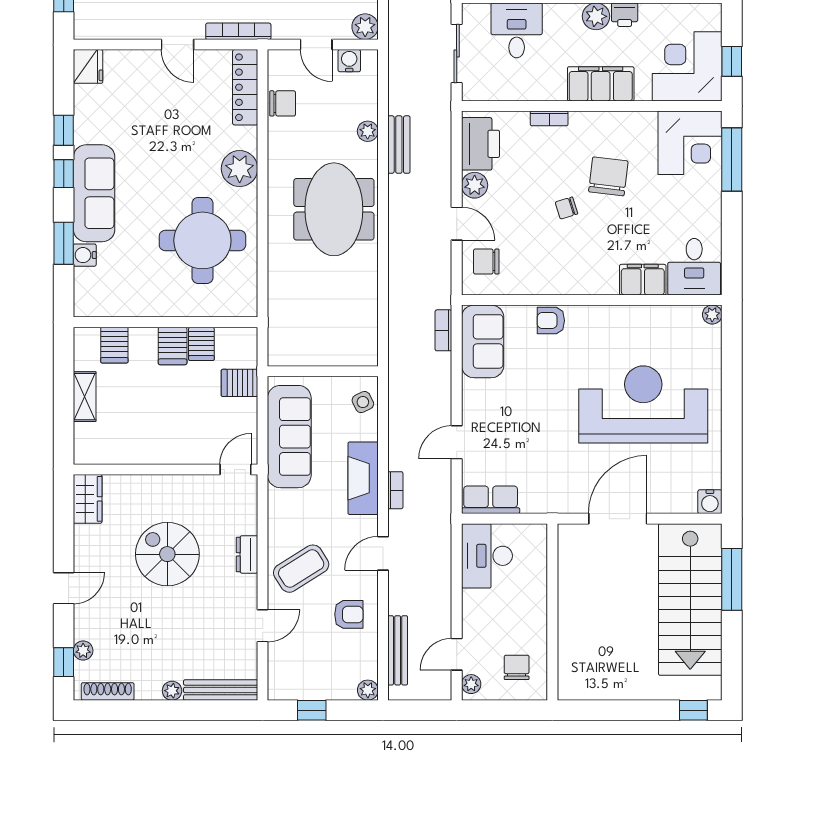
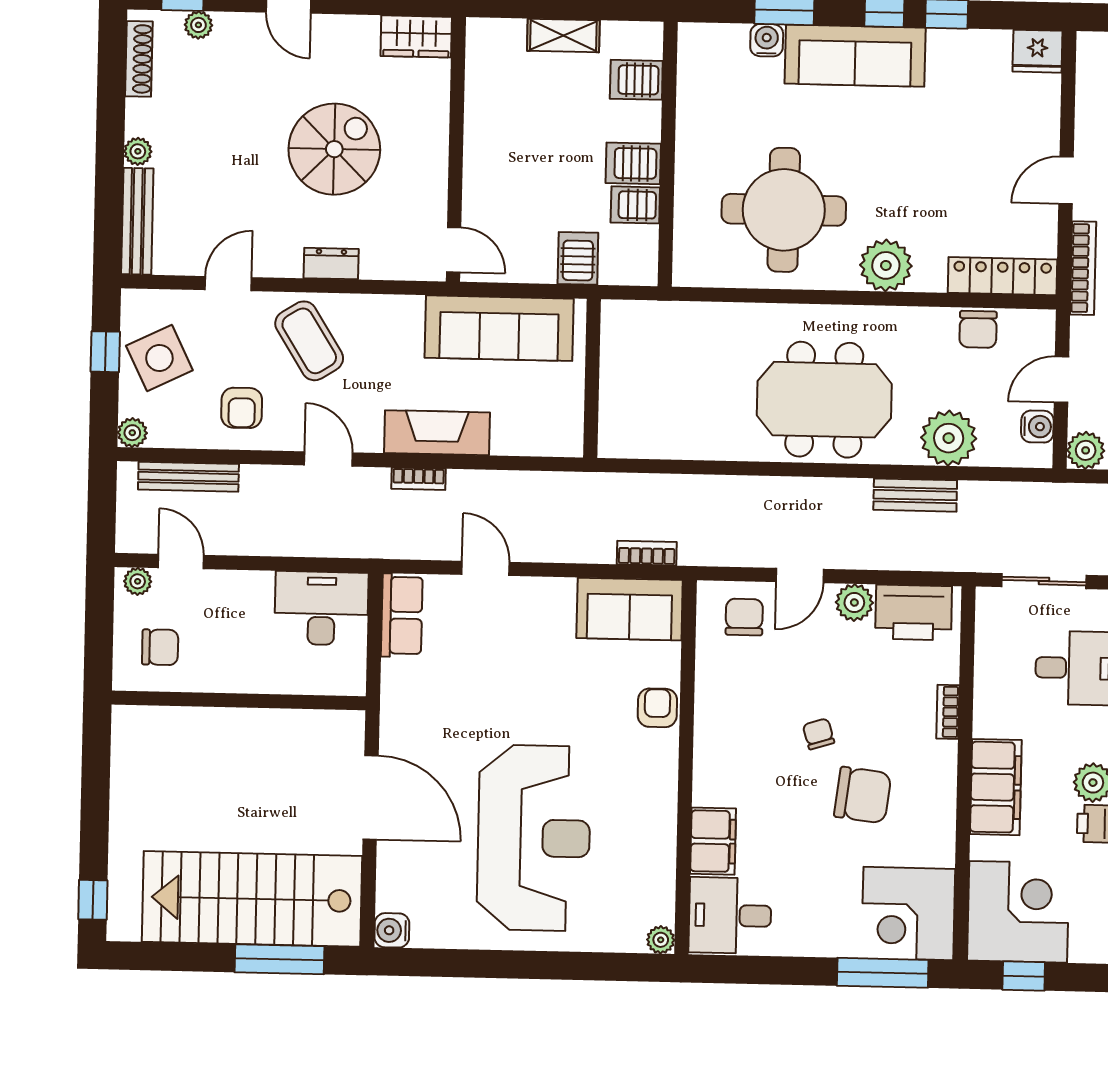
plant: (368, 131) -> (949, 438), width x1.87, depth x1.87
side table: (363, 402) -> (159, 358), moved, width x1.87, depth x1.87
door: (263, 626) -> (228, 284), swing flipped

